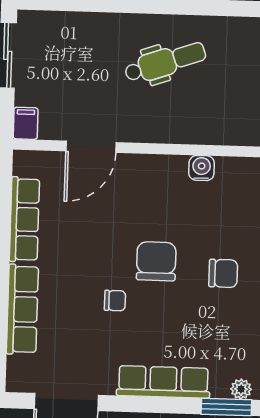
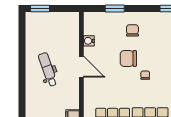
dental chair: (165, 62) -> (48, 69), moved
door: (91, 147) -> (81, 67), moved

